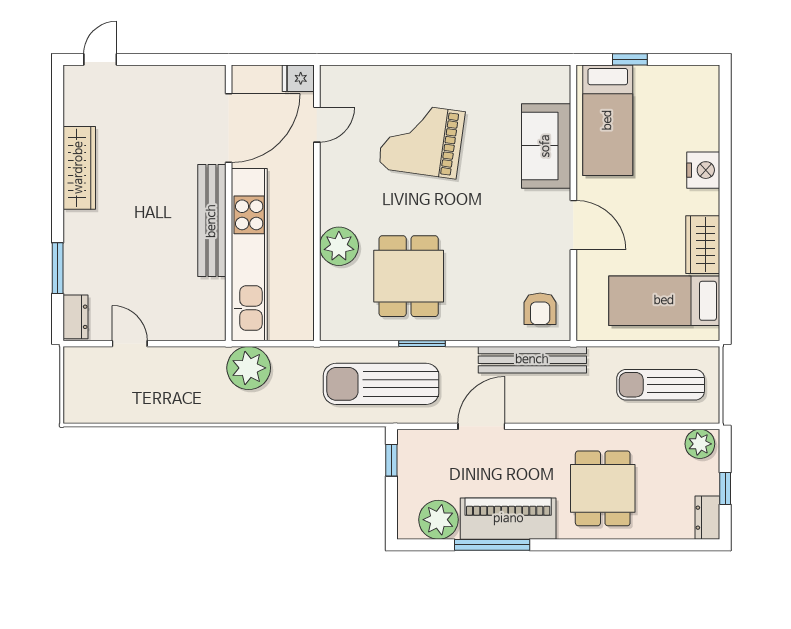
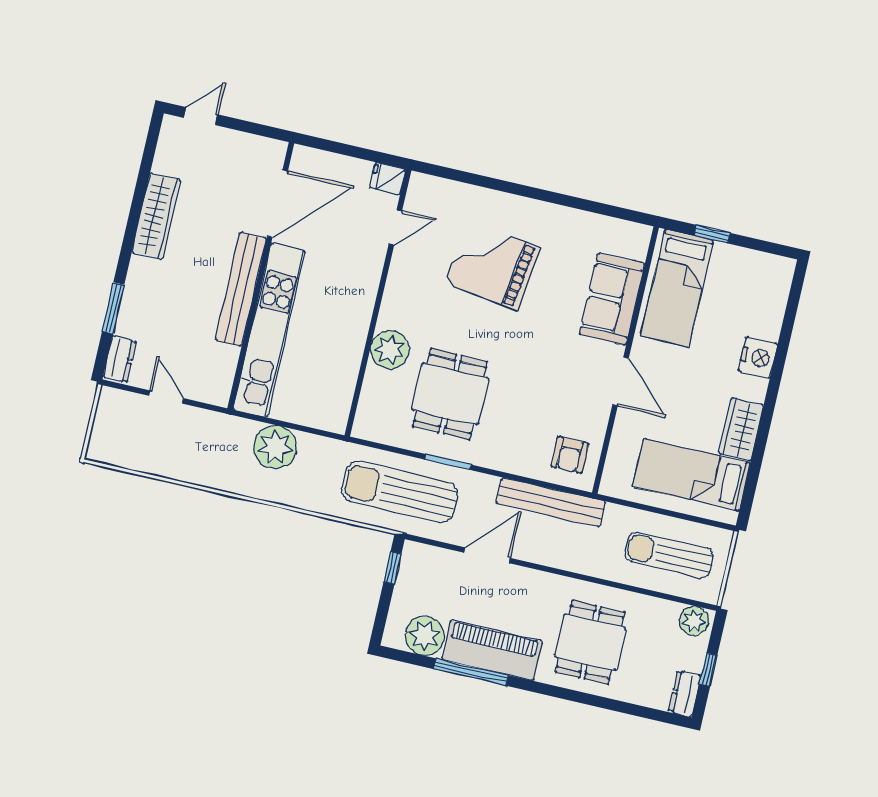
door: (229, 128) -> (277, 204), moved
wall: (229, 203) -> (261, 276), moved
bench: (212, 221) -> (241, 289), moved
kitchen unit: (249, 255) -> (269, 330), moved

